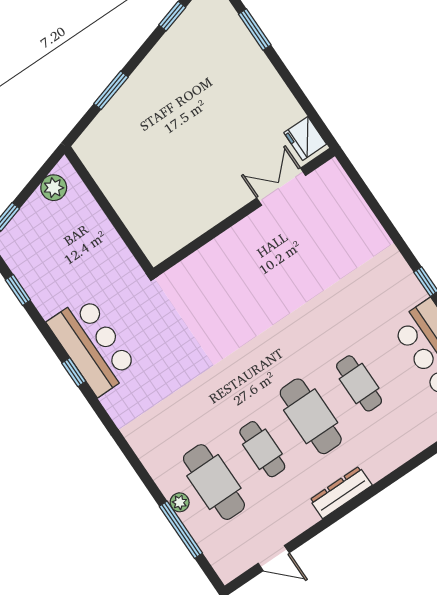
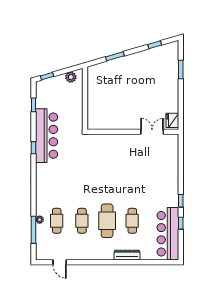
bar counter: (93, 346) -> (46, 136), width x1.36
cafe table: (214, 482) -> (57, 221), width x0.73, depth x0.74
dresser: (341, 492) -> (127, 255), moved

